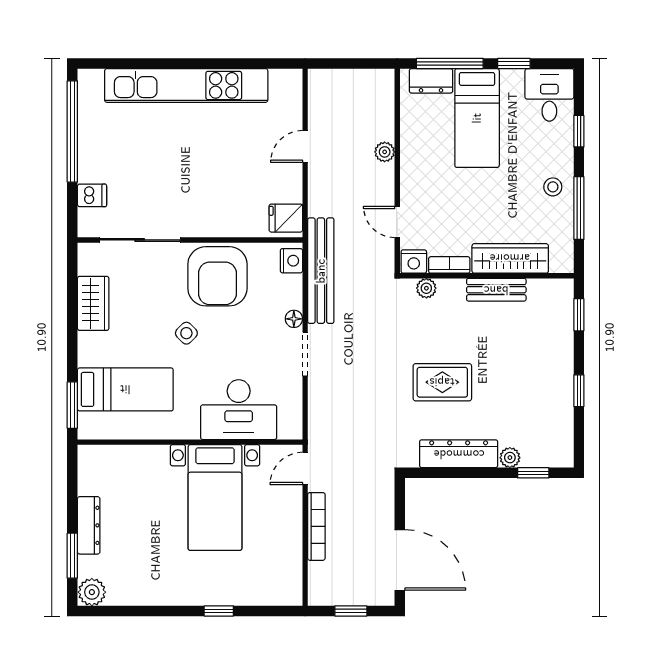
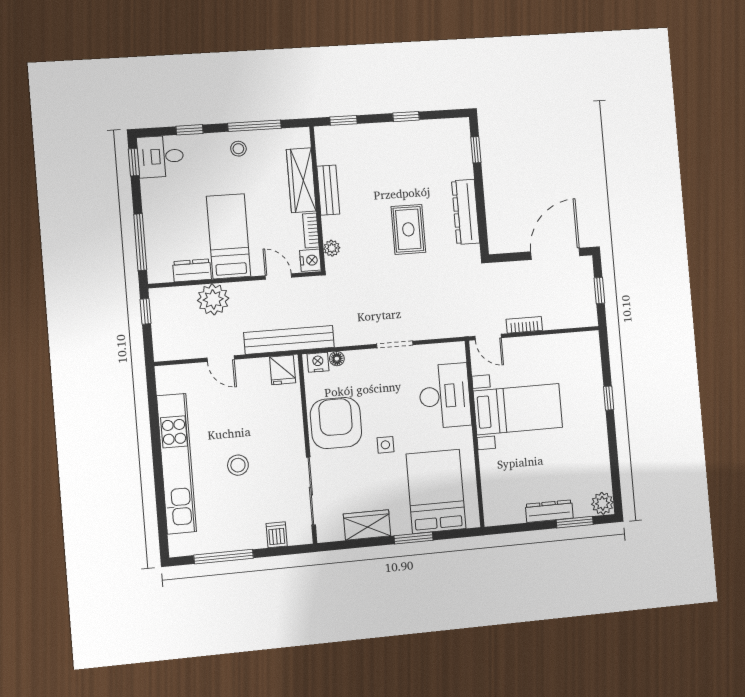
window: (368, 63) -> (146, 311), added
window: (514, 63) -> (134, 162), moved
dresser: (431, 81) -> (192, 270), moved, turned -90
bed: (477, 118) -> (229, 236), moved, turned -90
window: (72, 131) -> (224, 557), width x0.68
plant: (385, 152) -> (213, 299), width x1.88, depth x1.88
stool: (178, 157) -> (238, 465), added
door: (397, 222) -> (278, 276), swing flipped
bench: (321, 271) -> (289, 340), moved
armchair: (217, 276) -> (336, 423), turned -90
floor lamp: (294, 319) -> (337, 359), moved
side table: (186, 333) -> (385, 445), turned 45
bed: (125, 389) -> (436, 491), width x1.50
window: (72, 405) -> (414, 538), moved
plant: (510, 458) -> (465, 170), removed
bookcase: (316, 526) -> (524, 325), width x0.64

